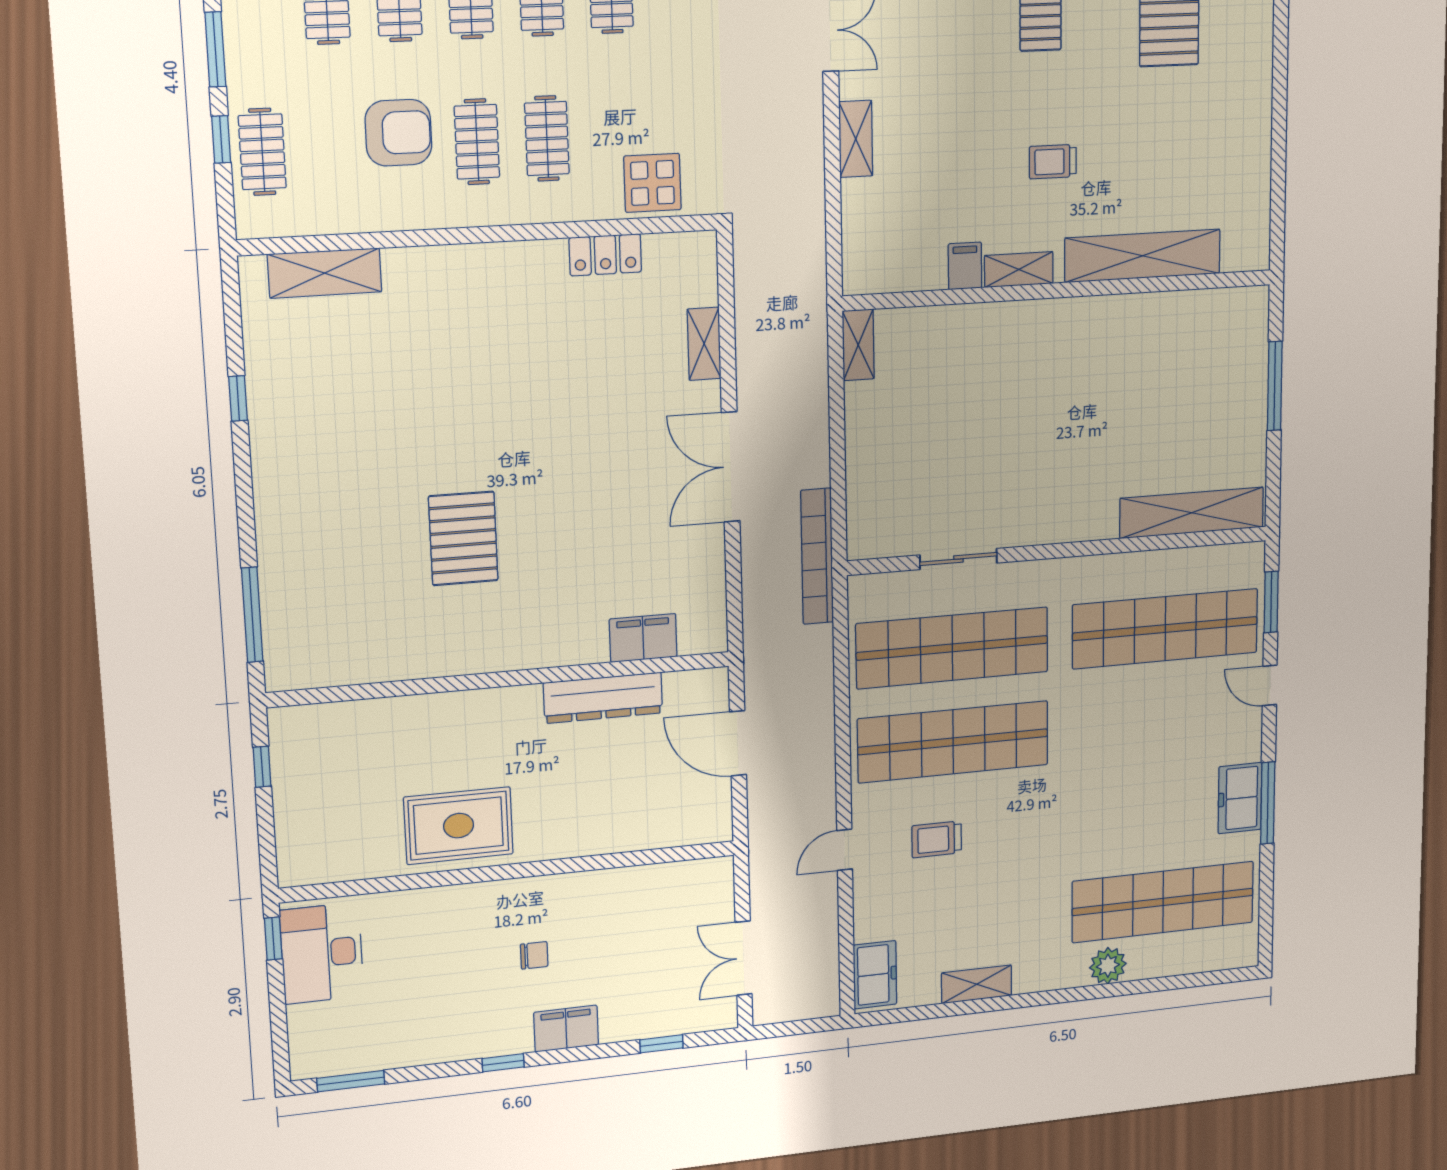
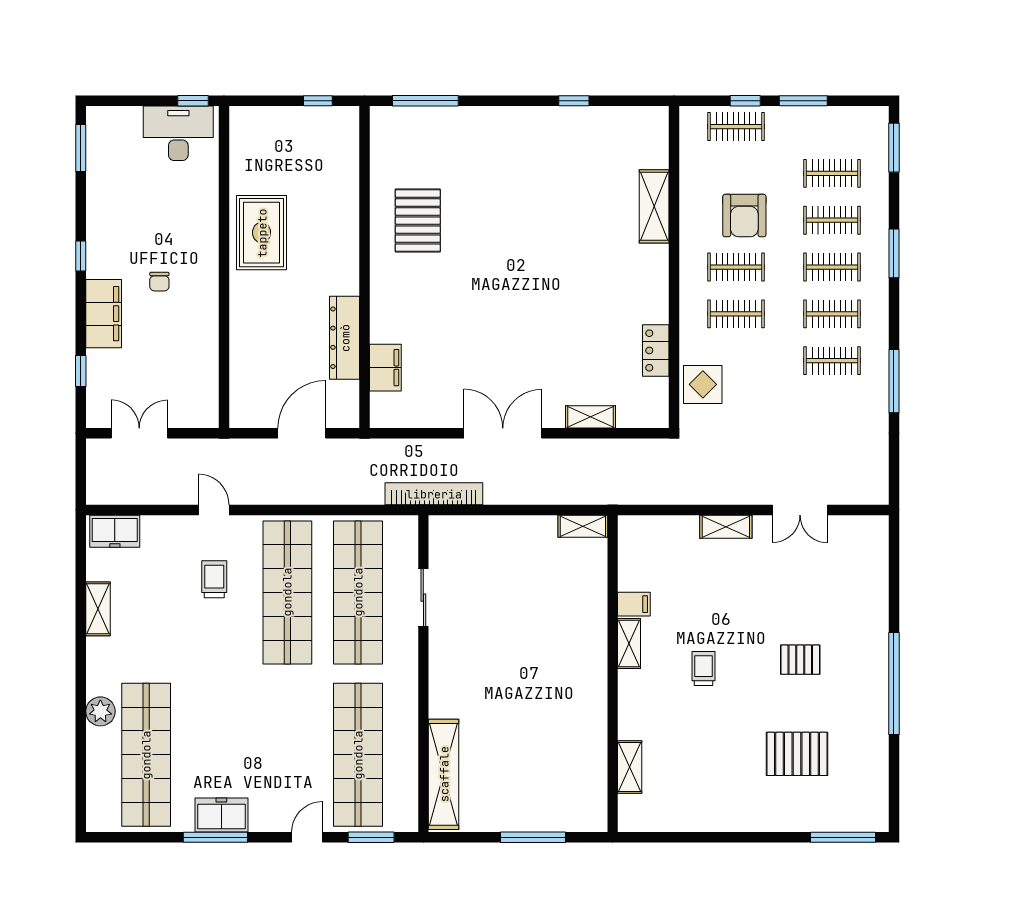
shelving: (1143, 256) -> (630, 767), width x0.45, depth x0.75
shelving: (325, 273) -> (654, 206), moved
pallet: (463, 538) -> (418, 221), moved, turned 90
filing cabinet: (566, 1029) -> (104, 314), width x1.50, depth x1.17

